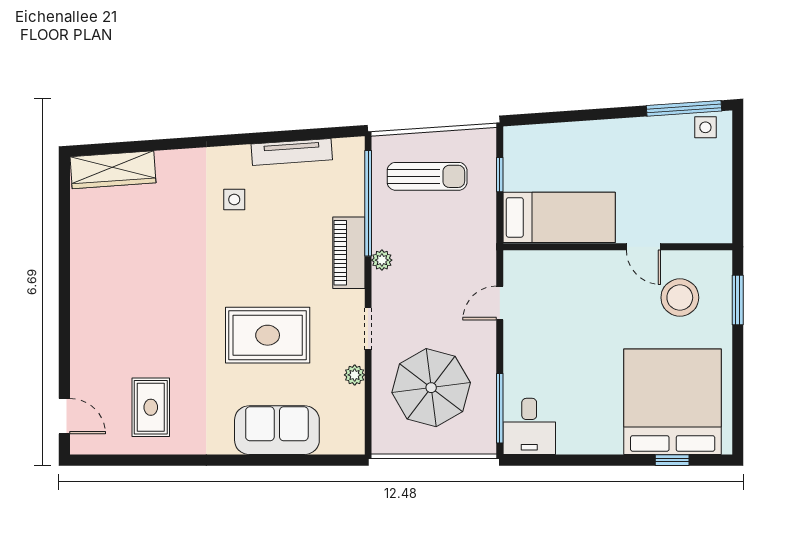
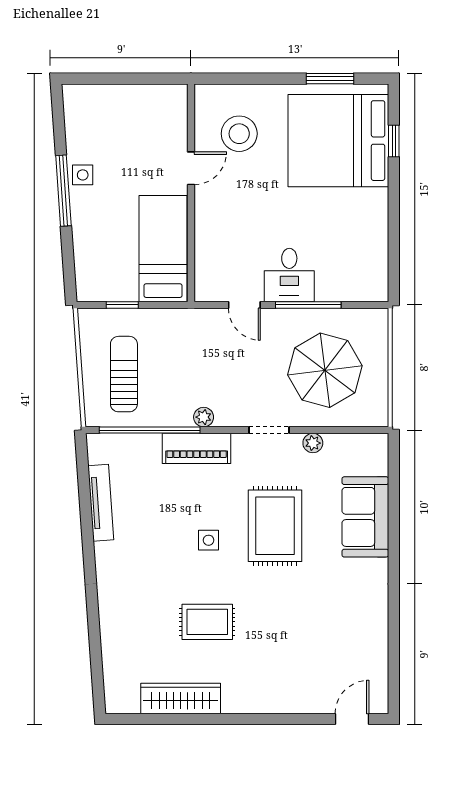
window: (684, 108) -> (63, 191), moved
side table: (705, 127) -> (83, 175), moved
wardrobe: (113, 170) -> (181, 698), moved, turned -86
side table: (234, 200) -> (209, 540), moved
window: (738, 300) -> (330, 79), moved
rug: (151, 407) -> (207, 622), moved
window: (500, 408) -> (308, 305), moved
desk: (529, 426) -> (289, 275), moved, turned 90

